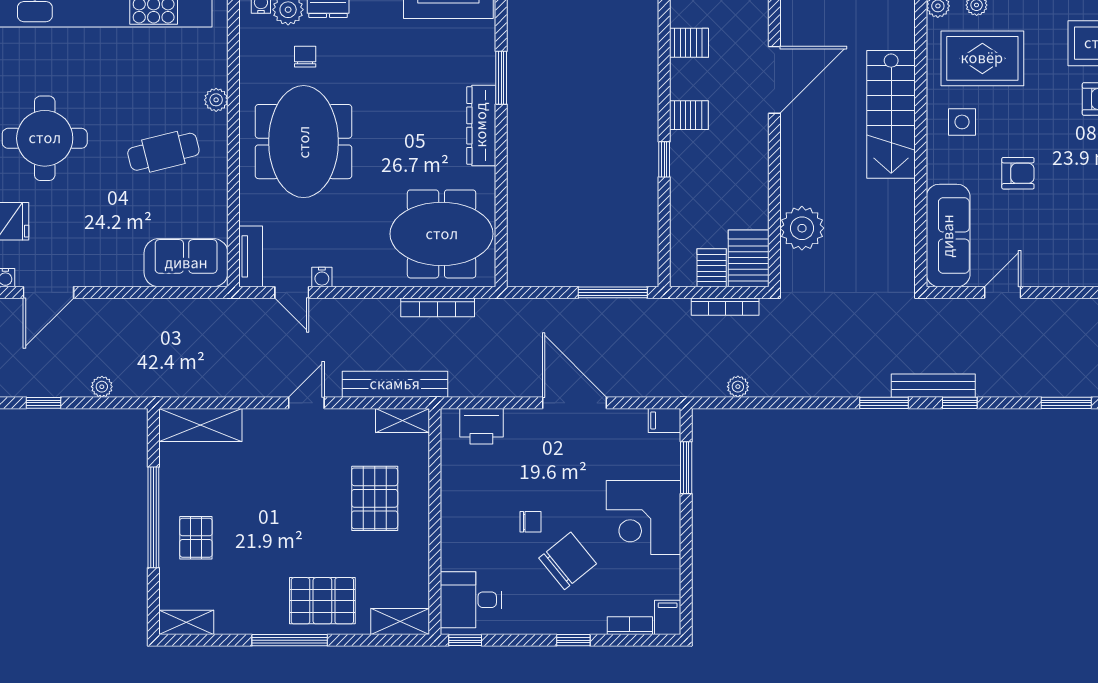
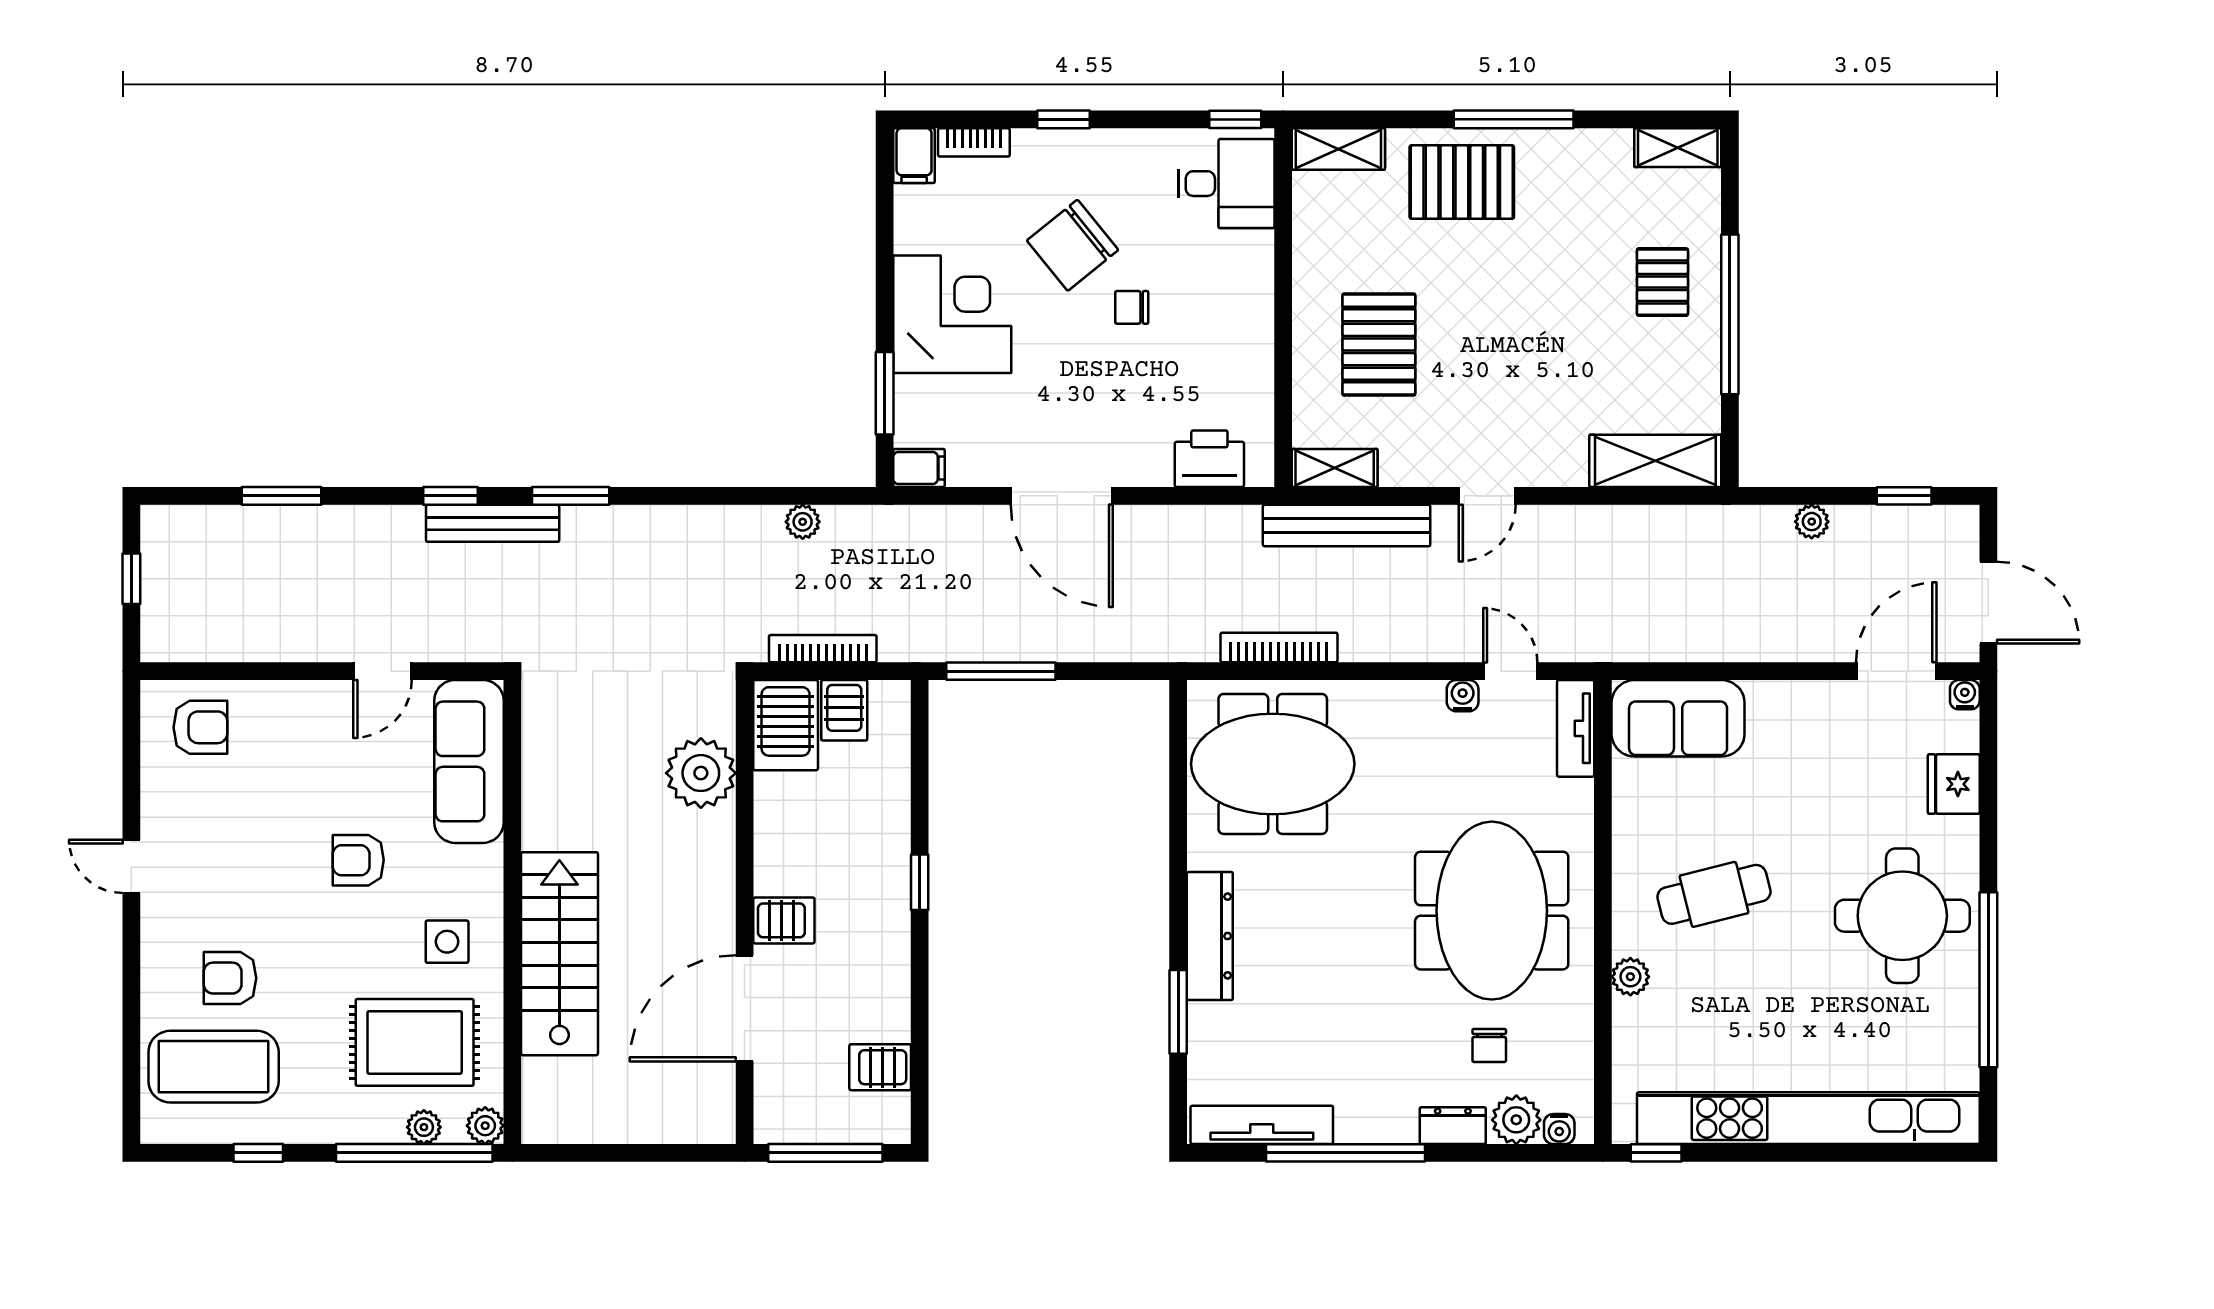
server rack: (689, 115) -> (784, 920), moved, turned 180

